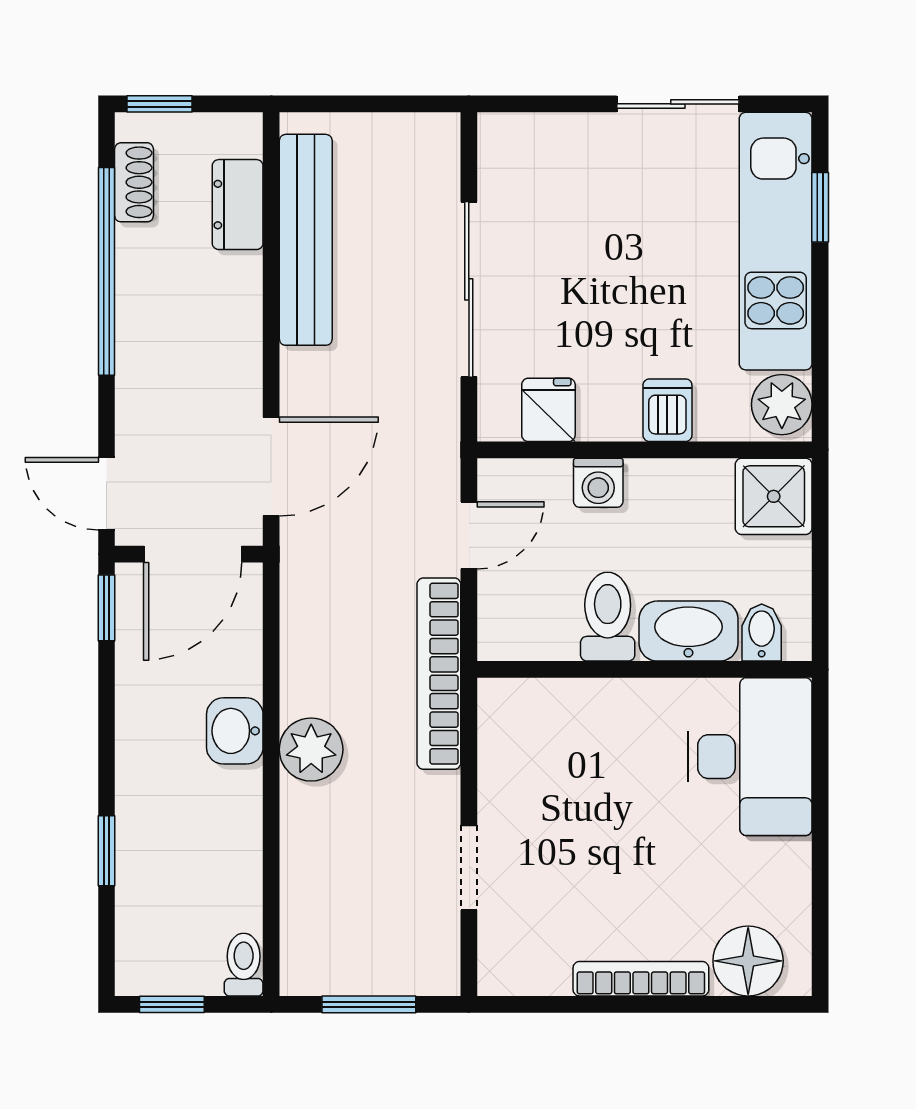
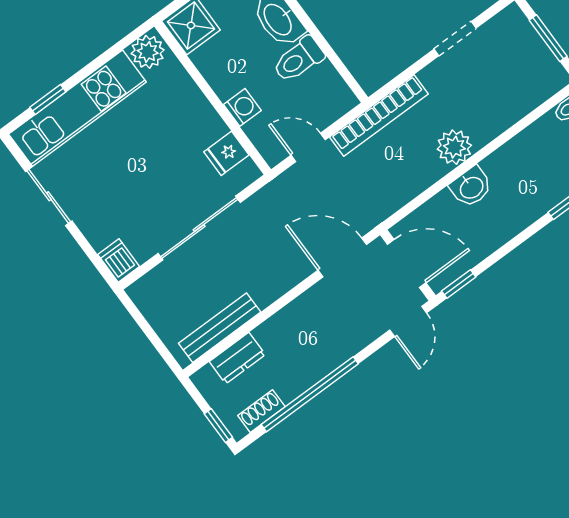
bench: (306, 240) -> (220, 328), width x0.73, depth x0.82
dishwasher: (667, 410) -> (119, 260), moved, turned 90

